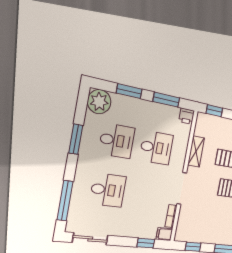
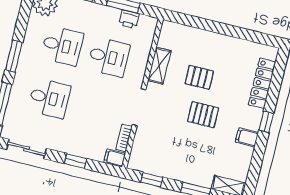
window: (214, 111) -> (185, 20), removed
printer: (187, 116) -> (129, 19), moved
window: (76, 139) -> (14, 56), moved
window: (146, 243) -> (76, 161), moved

